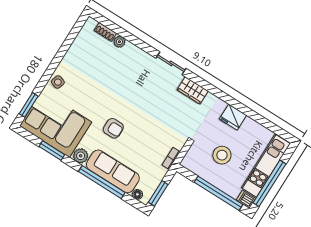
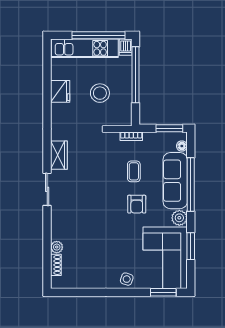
fridge: (233, 117) -> (60, 91), moved
armchair: (113, 128) -> (137, 204), turned 180
coffee table: (141, 143) -> (134, 171), added

